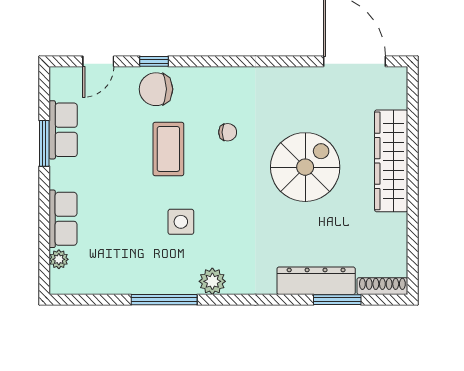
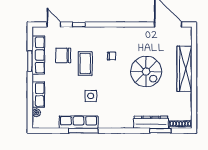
door: (98, 61) -> (54, 25), swing flipped
chair: (156, 89) -> (63, 55), moved
row of seats: (63, 130) -> (38, 55), width x1.48
spiral stairs: (305, 167) -> (146, 72), turned 90
row of seats: (153, 281) -> (79, 122), added
plant: (212, 281) -> (105, 122), removed

